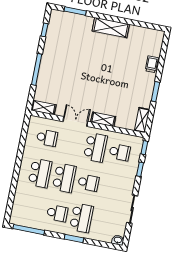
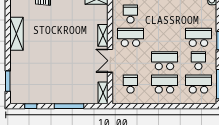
shelving: (111, 28) -> (16, 34), moved
school desk: (88, 183) -> (198, 84), moved, width x1.85

